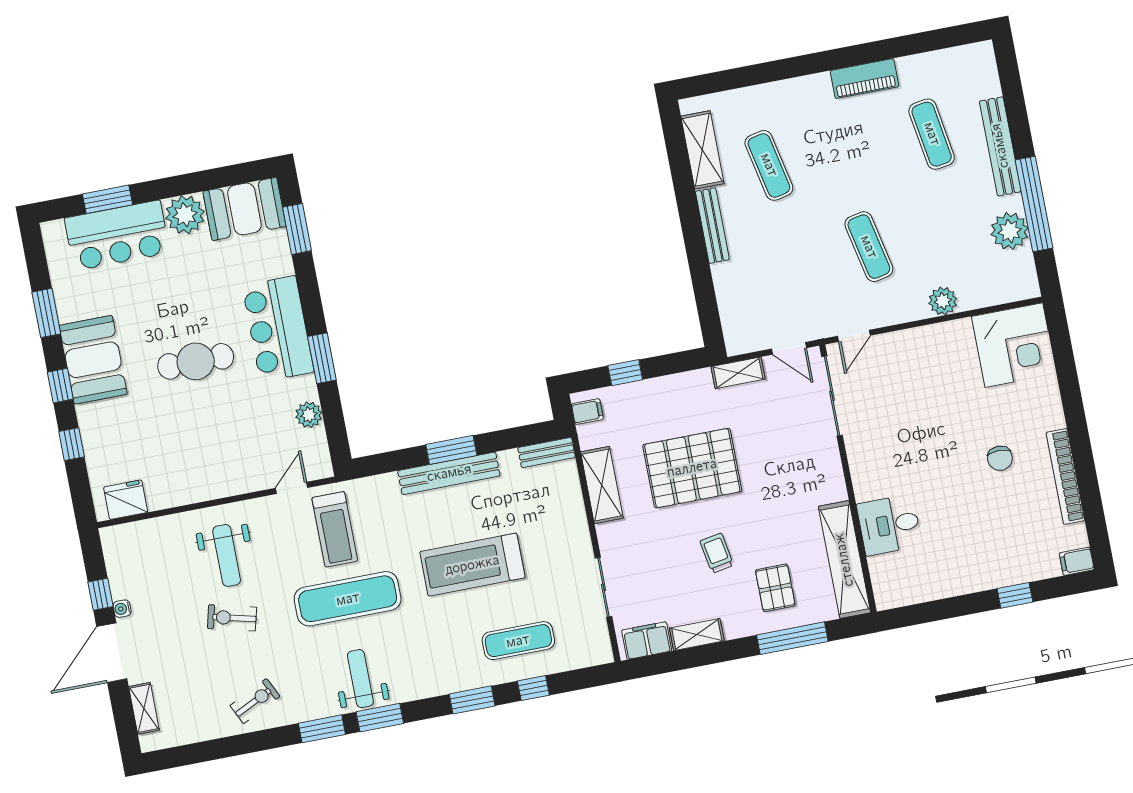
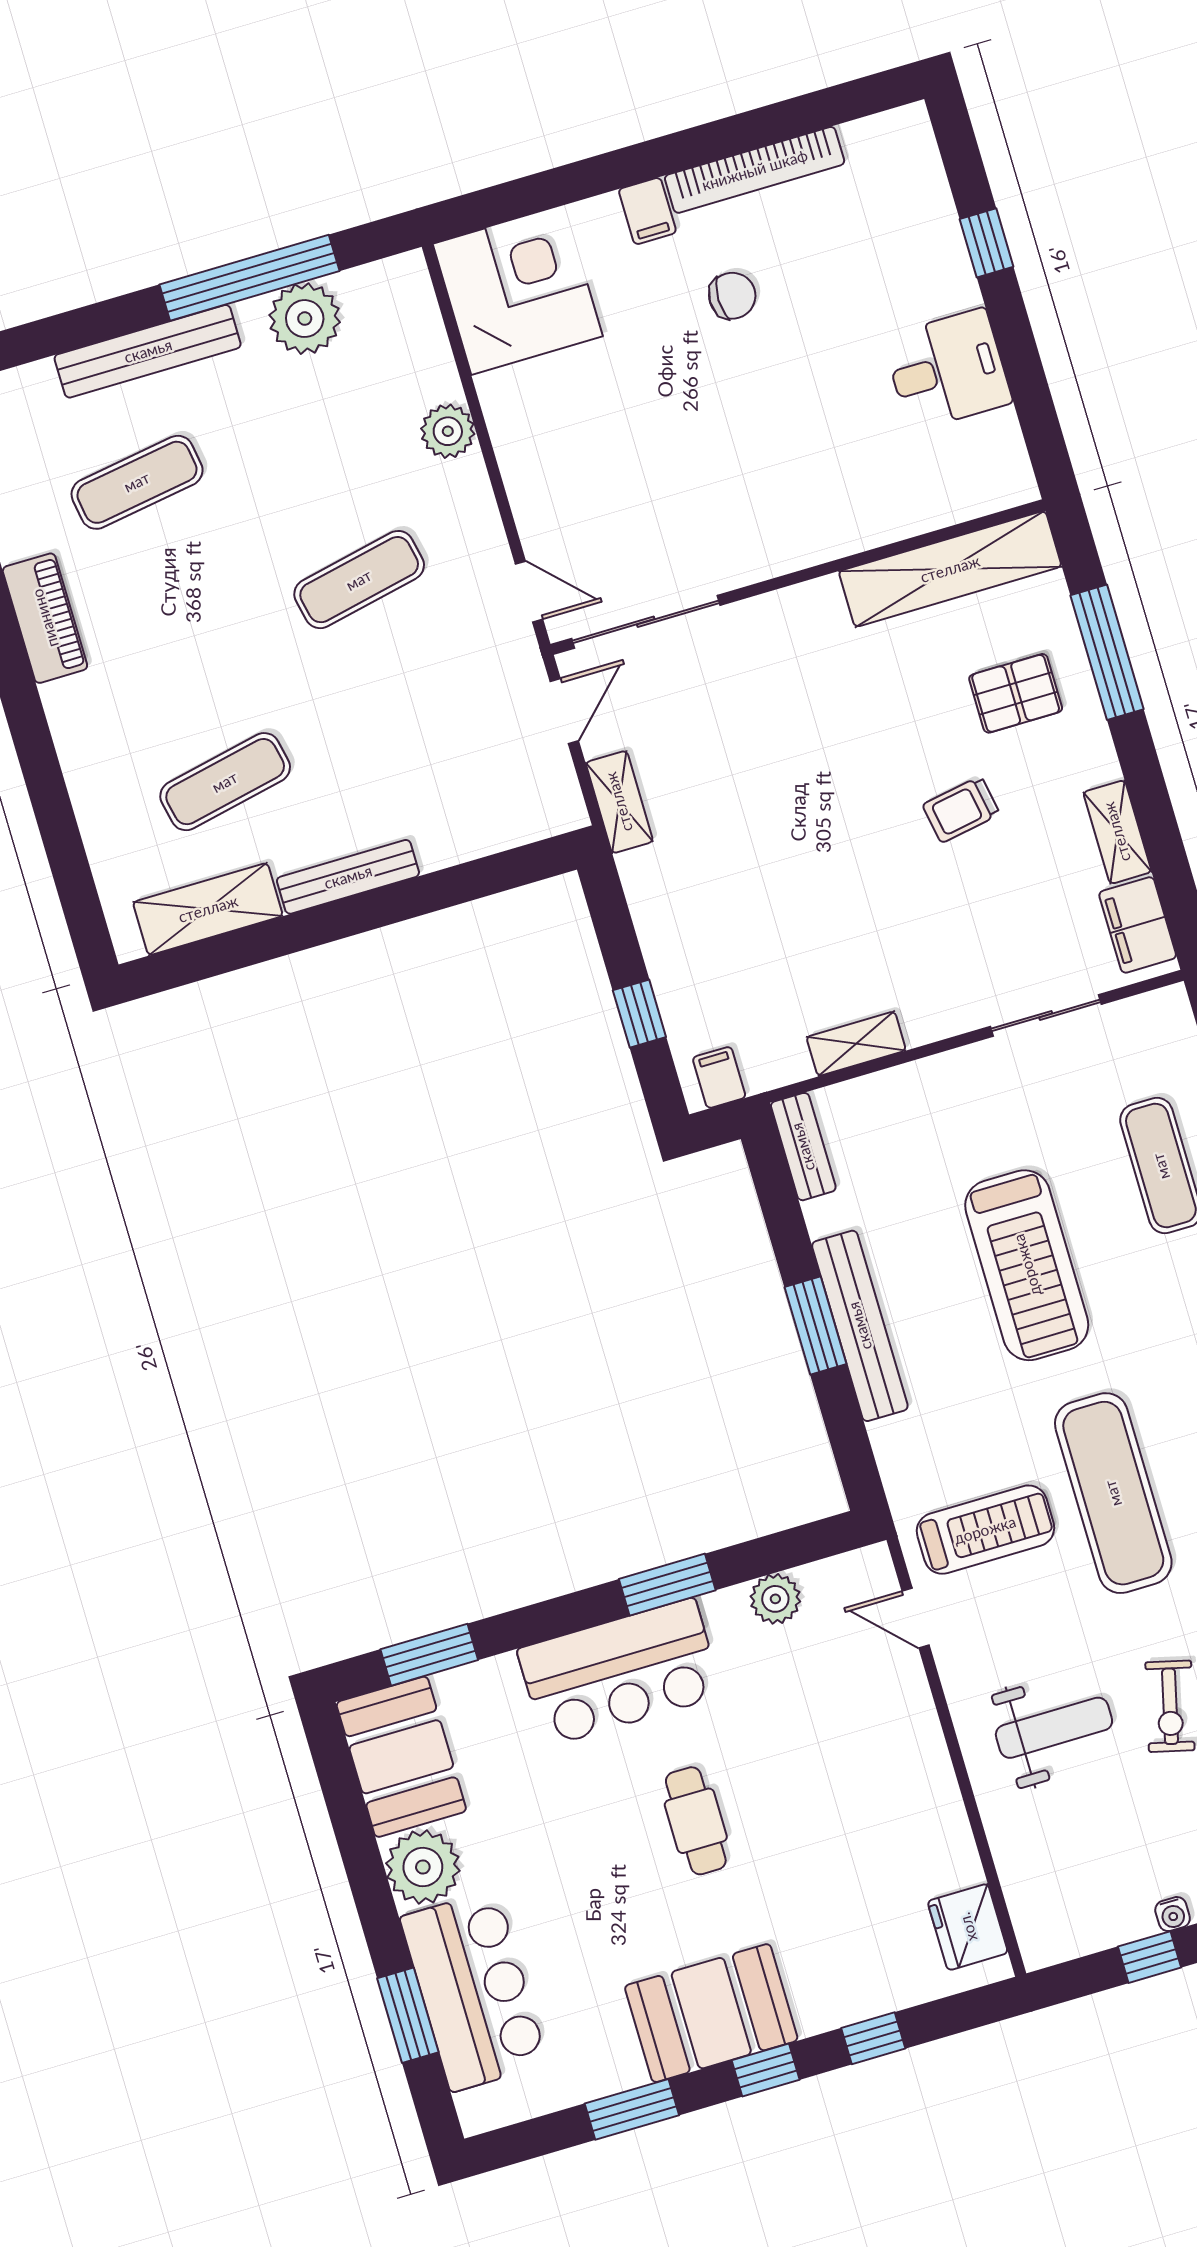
cafe table: (196, 361) -> (696, 1821), width x0.73, depth x0.74
pallet: (692, 468) -> (806, 871), removed
shelving: (602, 485) -> (856, 1044), width x0.67, depth x0.75
desk: (889, 525) -> (947, 370), moved, turned -90
filing cabinet: (1077, 561) -> (647, 211), moved

